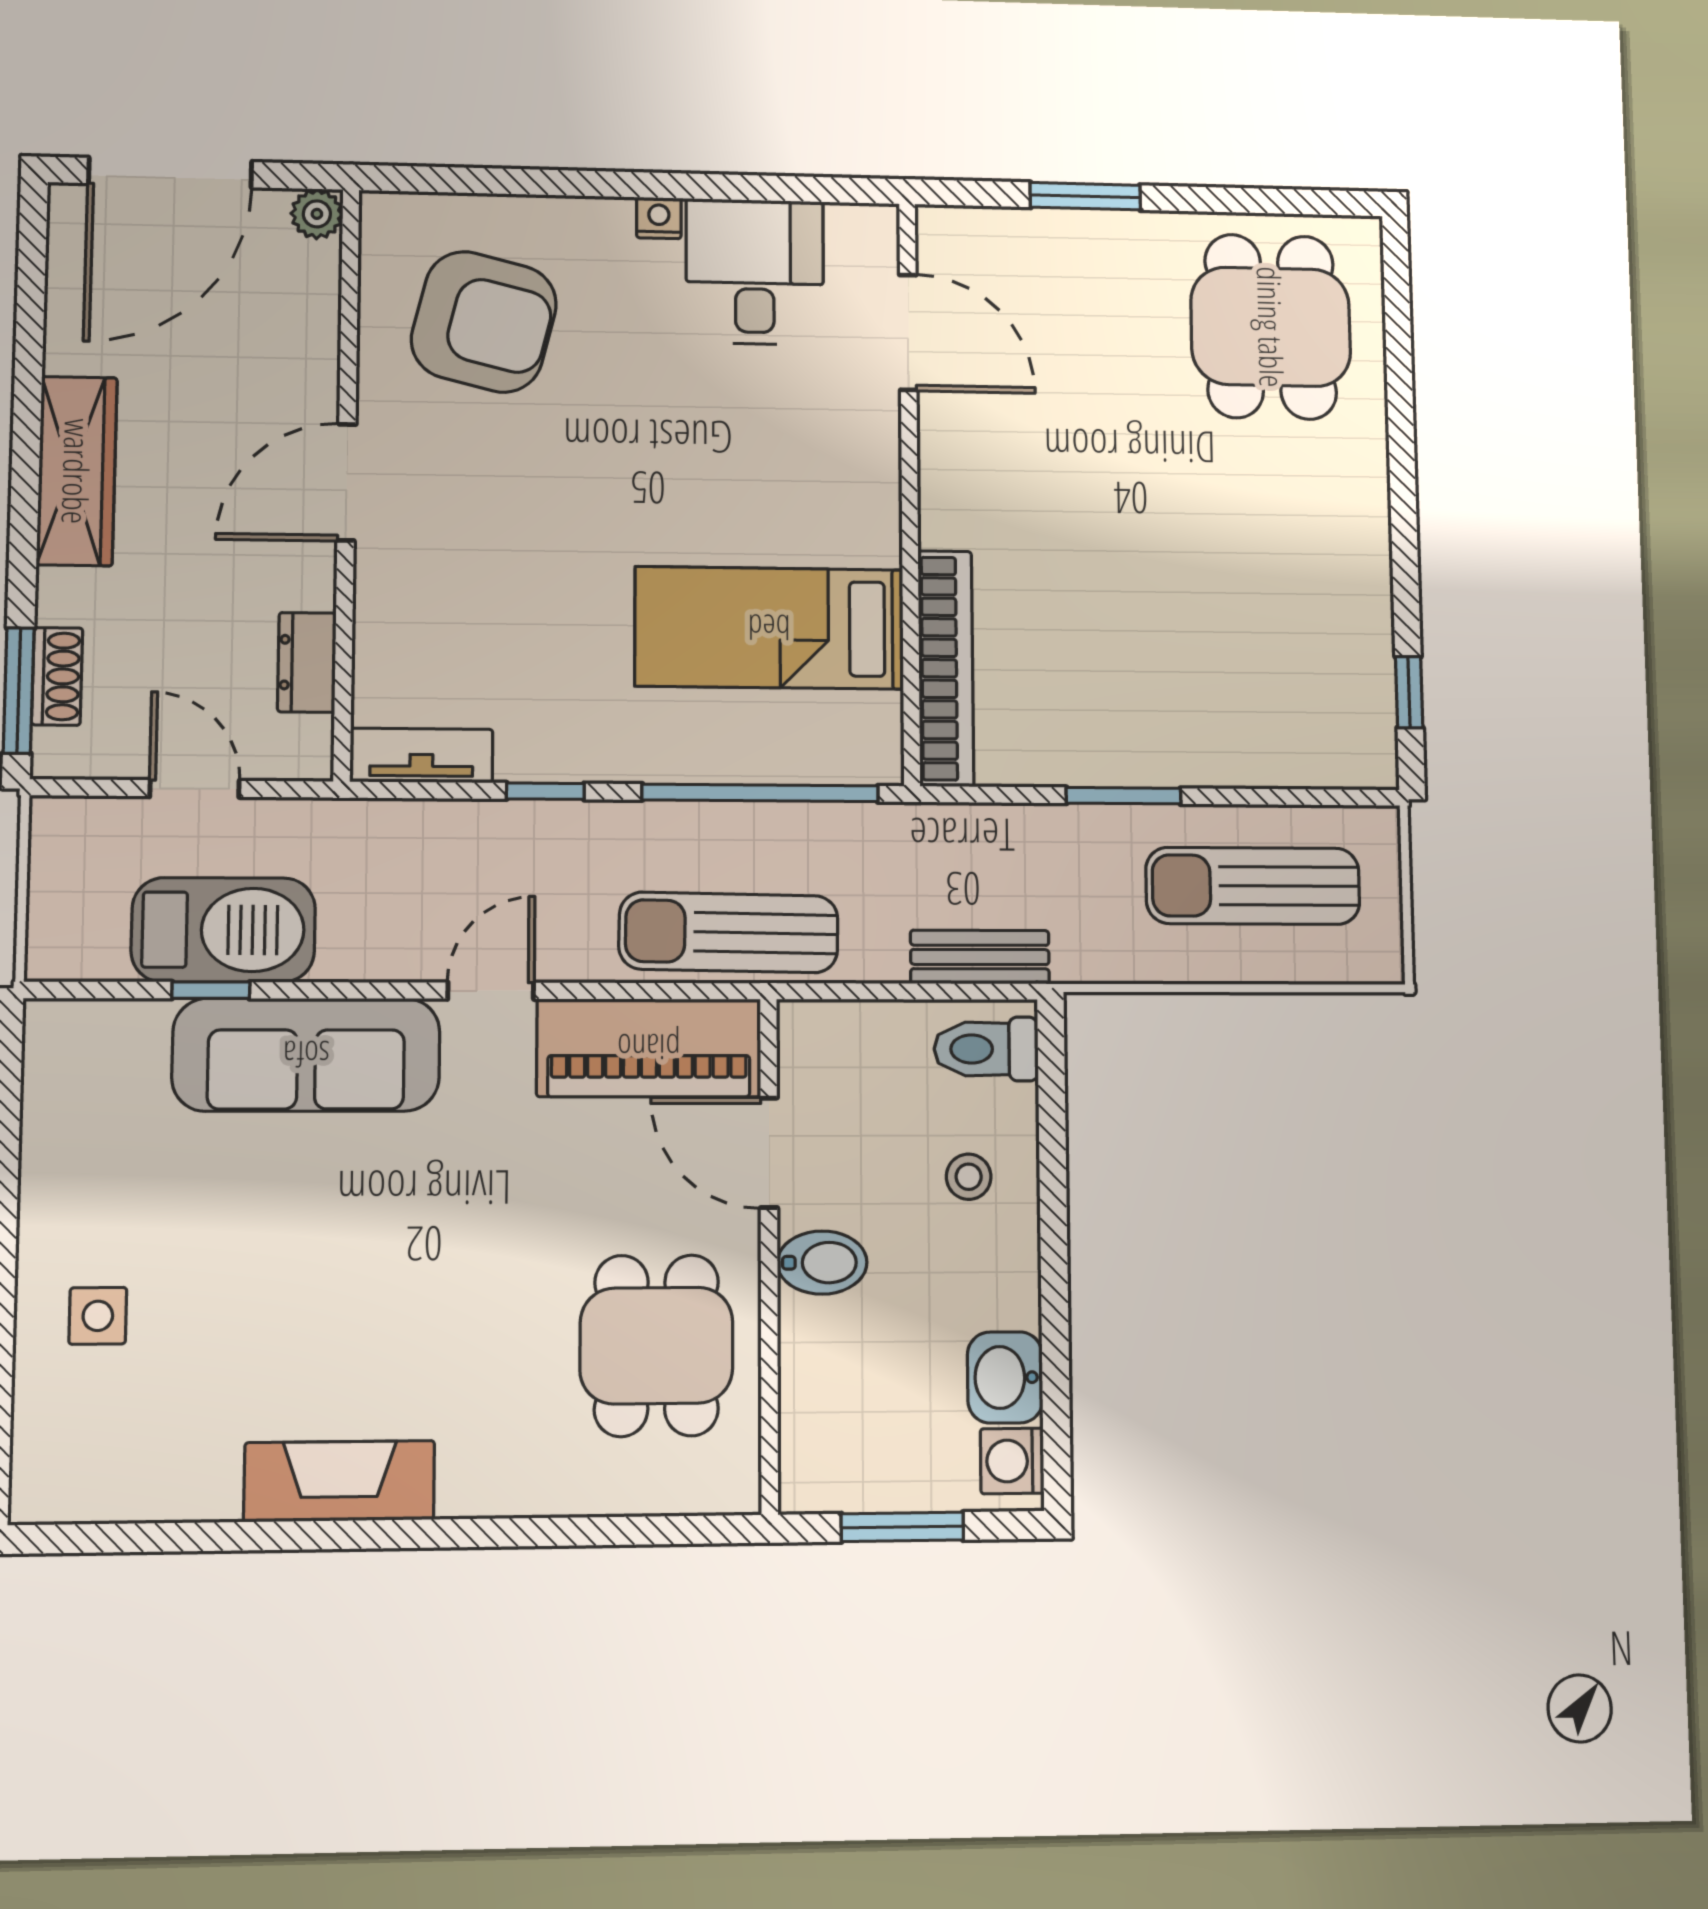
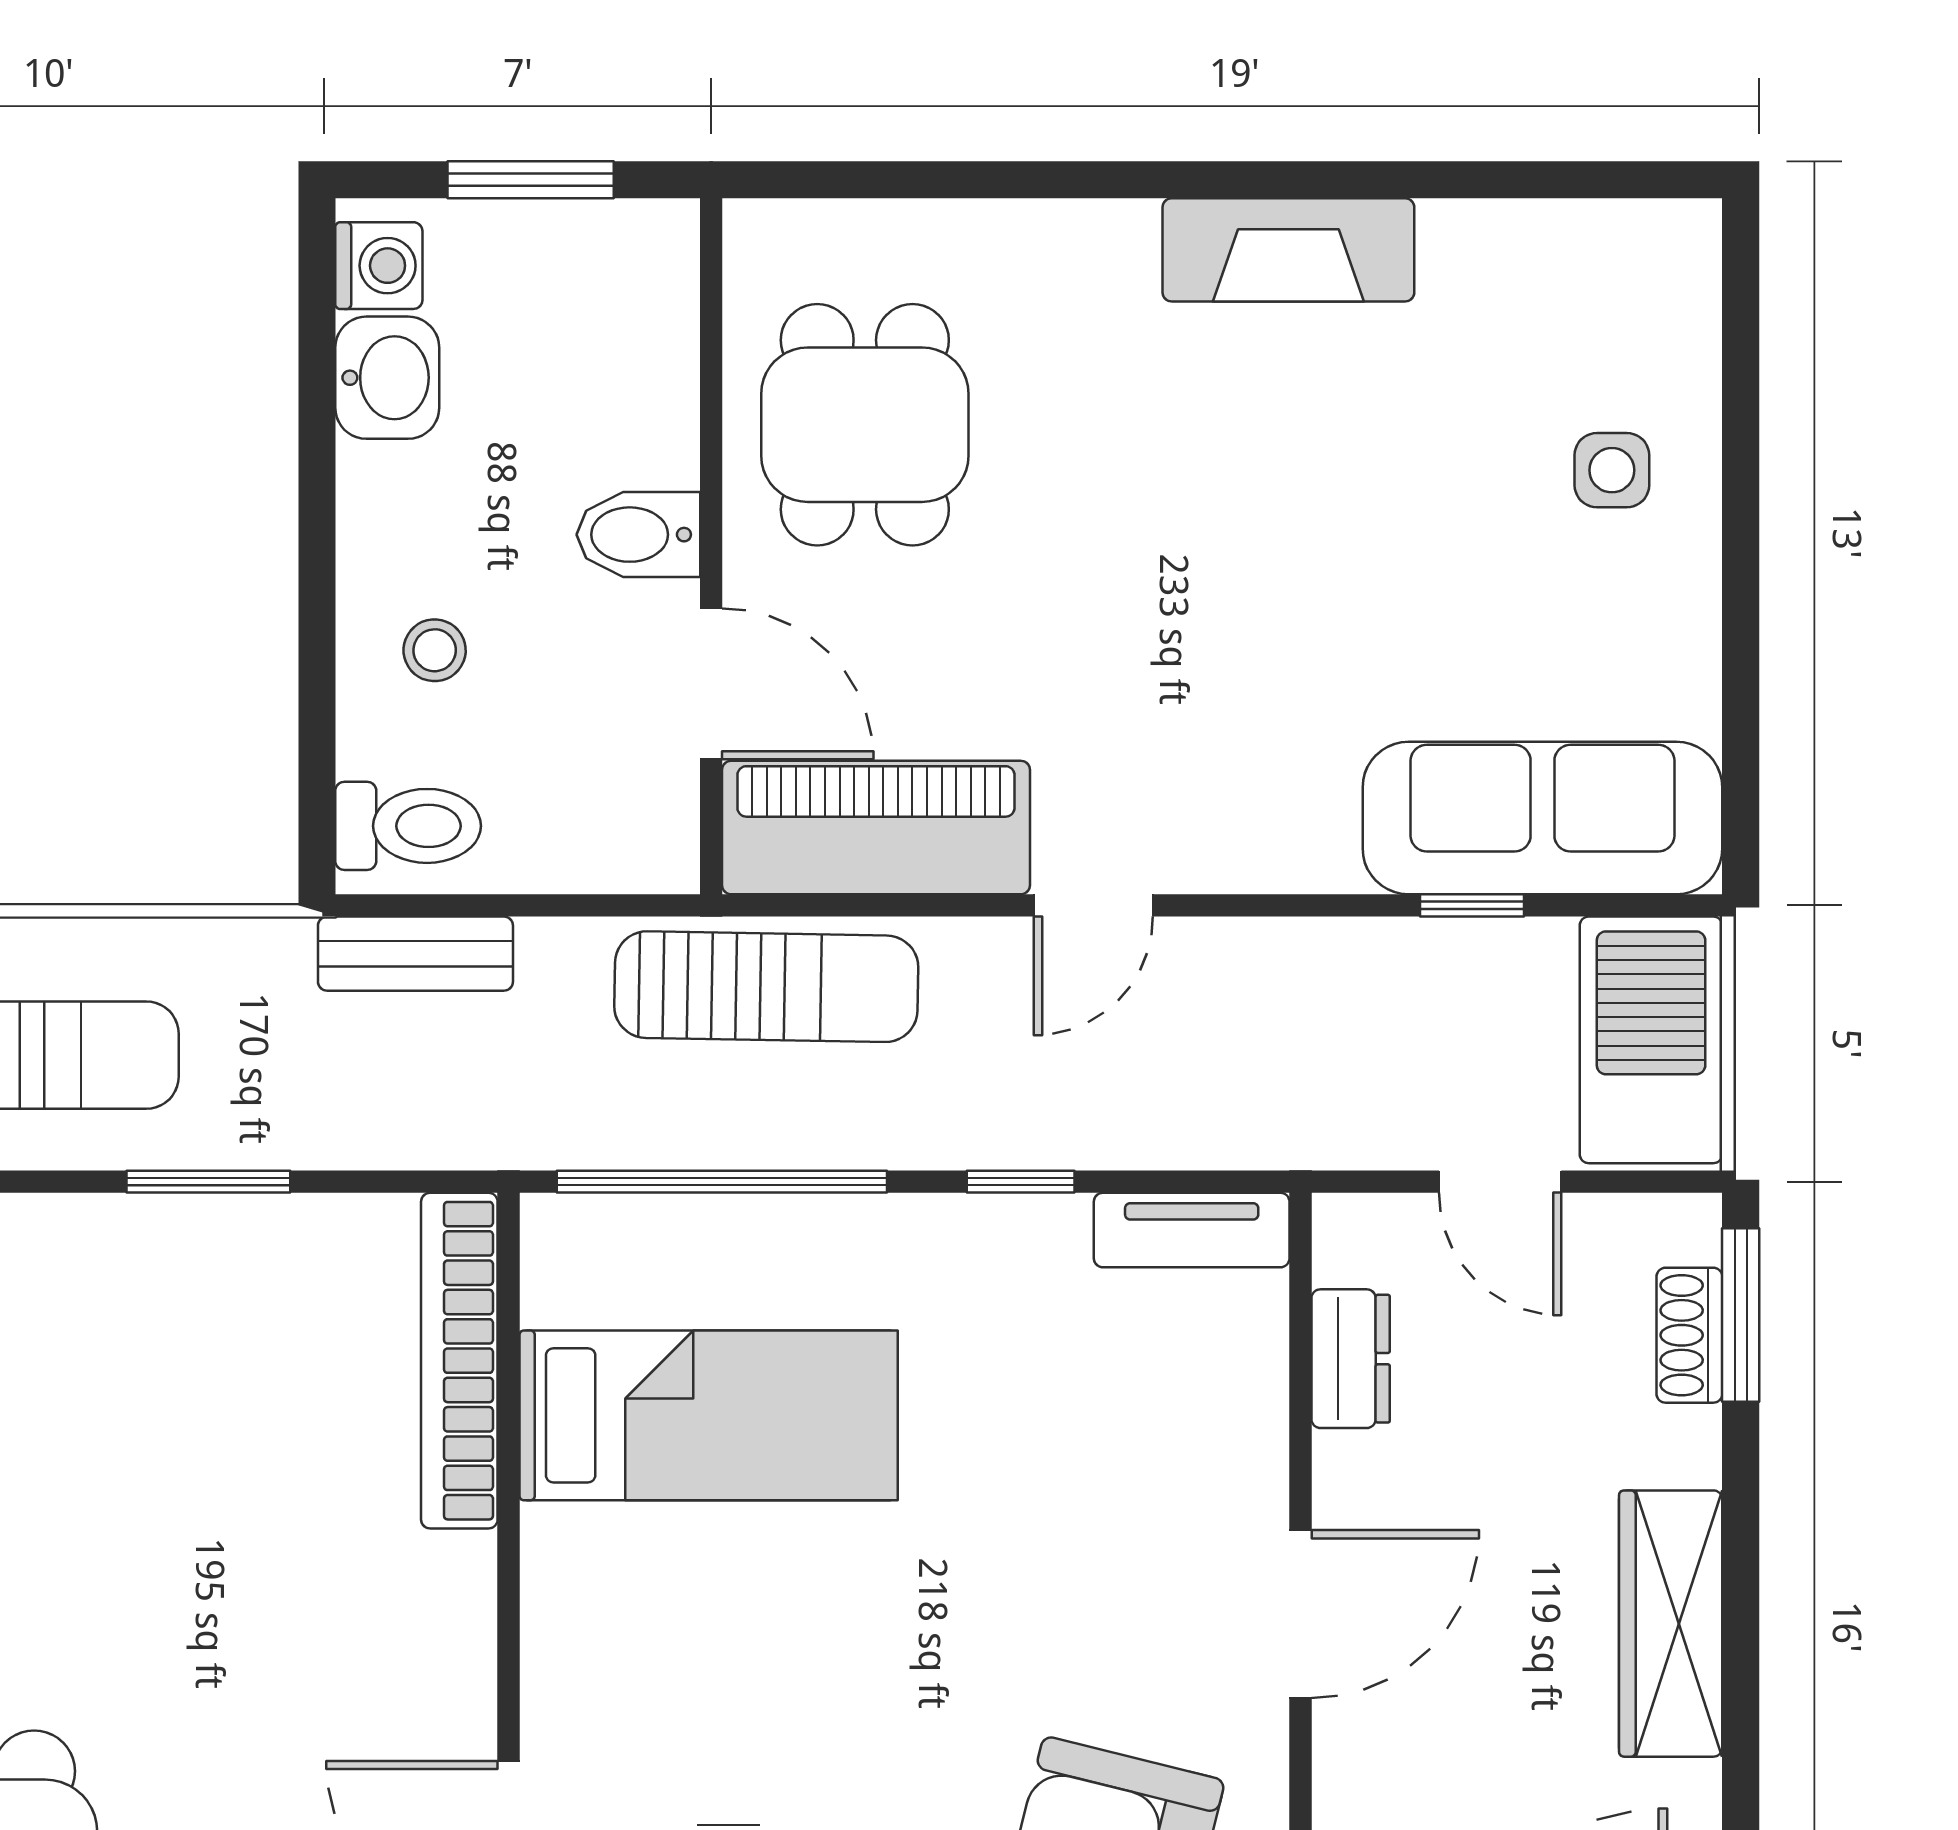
barbecue: (223, 930) -> (1651, 1040), moved, turned 90
sofa: (306, 1055) -> (1542, 818), moved

